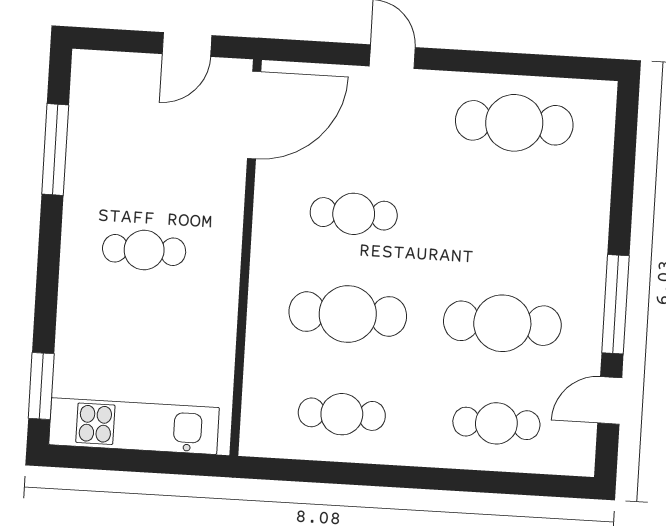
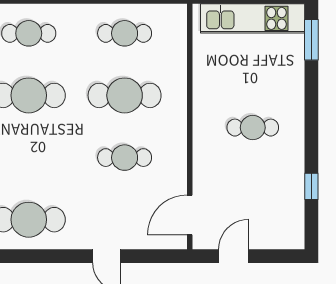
door: (254, 115) -> (190, 215), width x0.73
window: (55, 149) -> (311, 186), width x0.46

